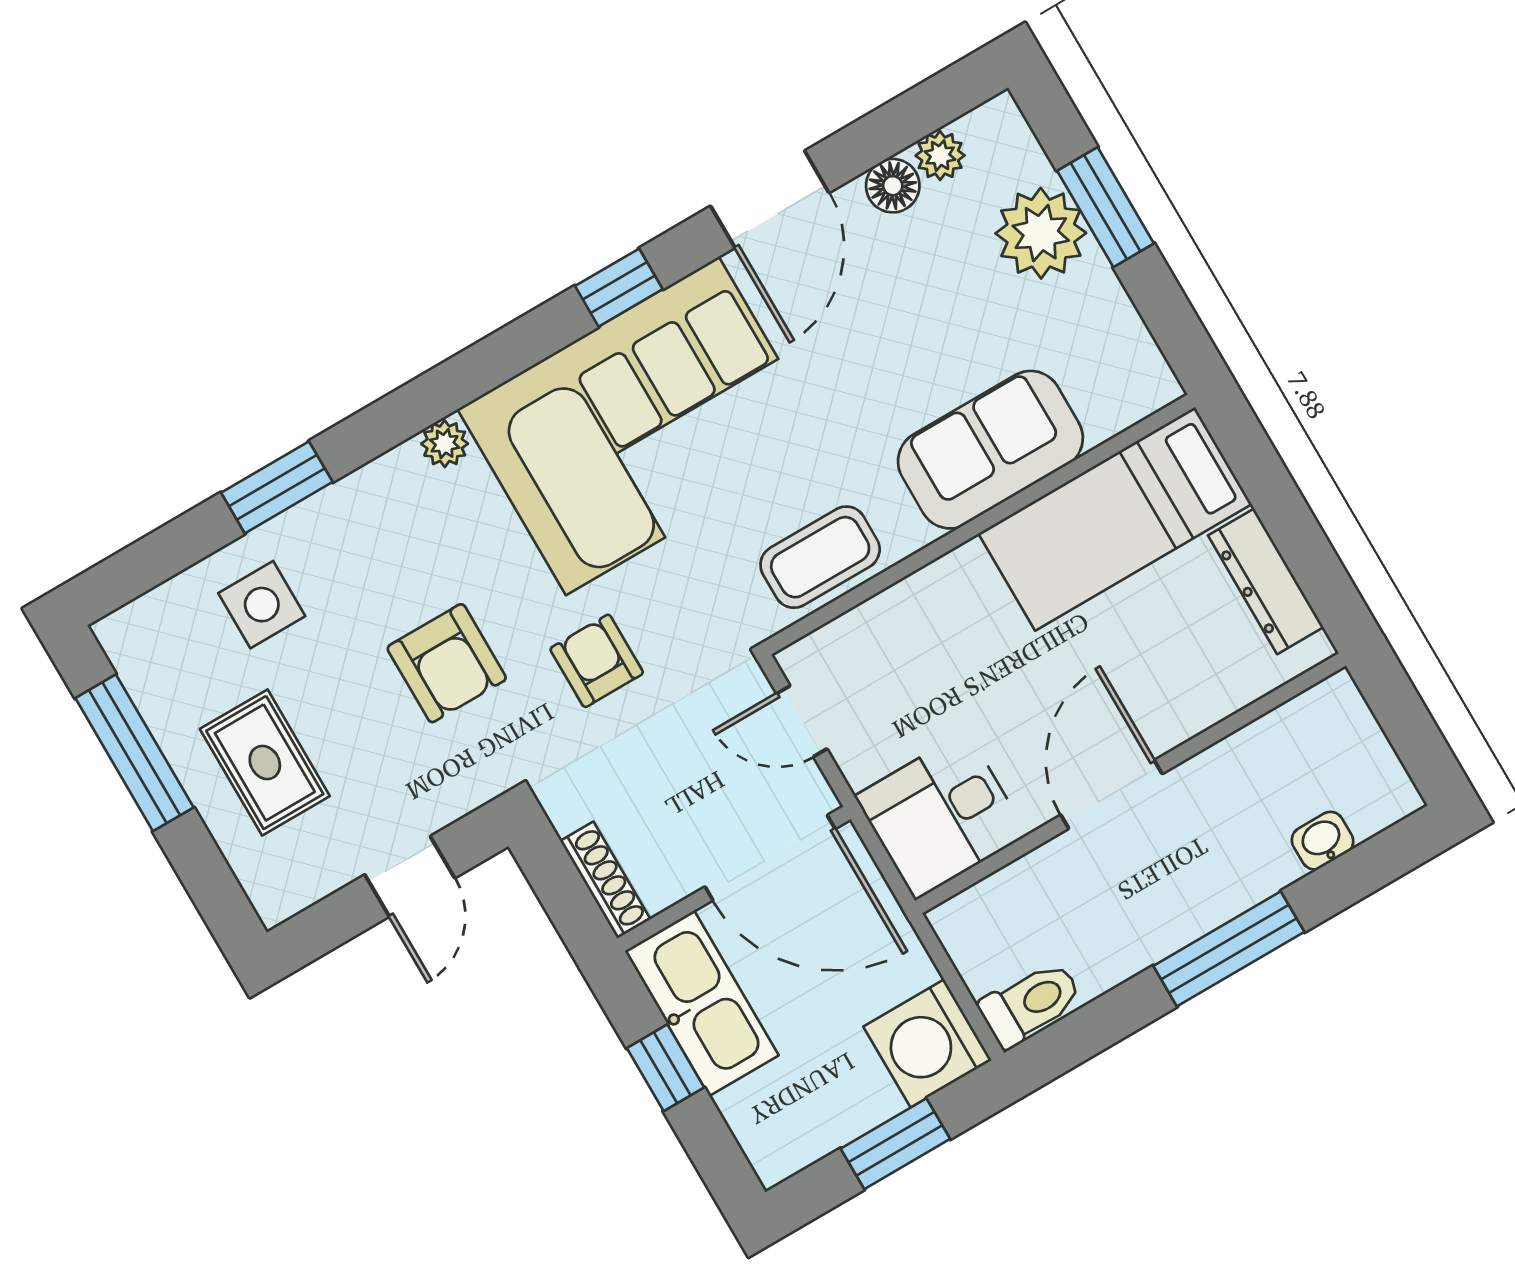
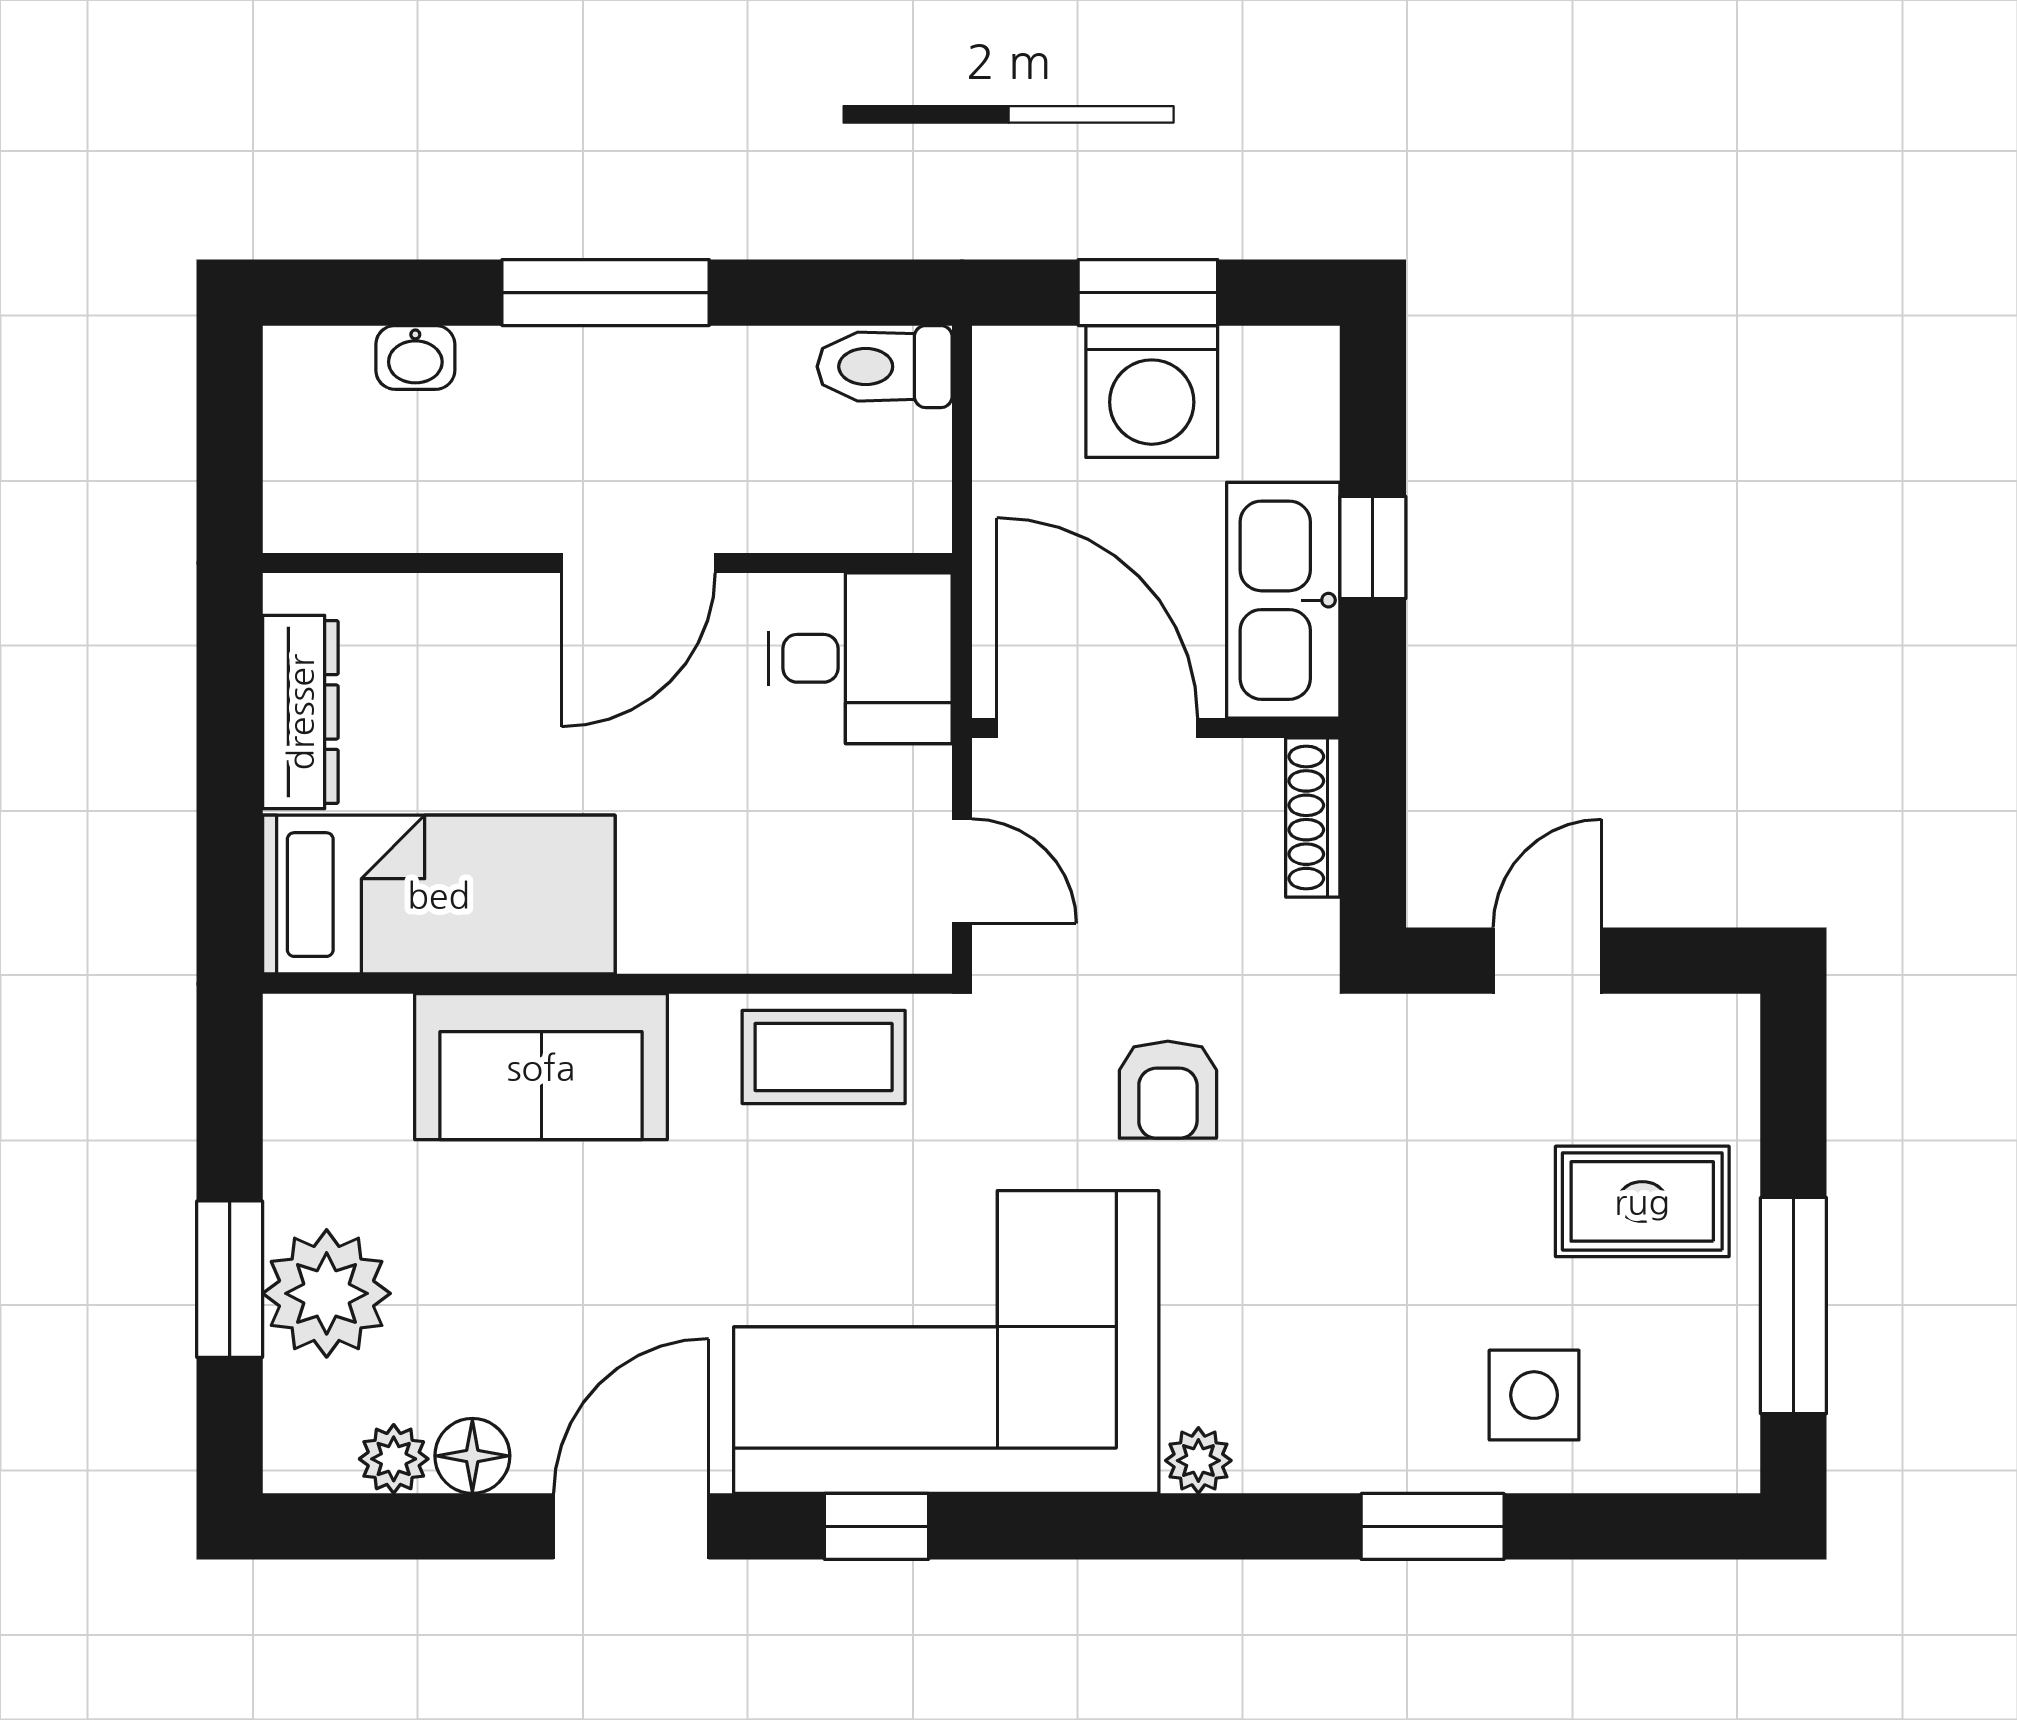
armchair: (447, 663) -> (1351, 1193), removed
rug: (265, 762) -> (1642, 1201), turned 90
washing machine: (927, 1043) -> (1152, 391), moved, turned 90

